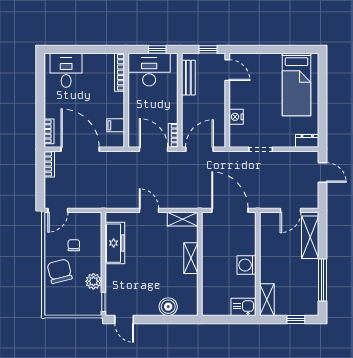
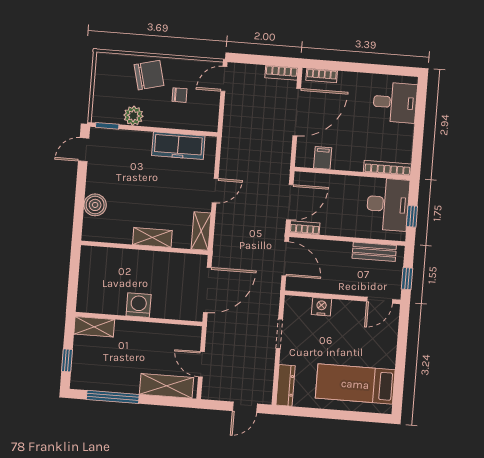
dresser: (307, 141) -> (286, 385), width x1.44
door: (58, 210) -> (224, 79), hinge flipped
kitchen sink: (243, 307) -> (88, 297), removed

